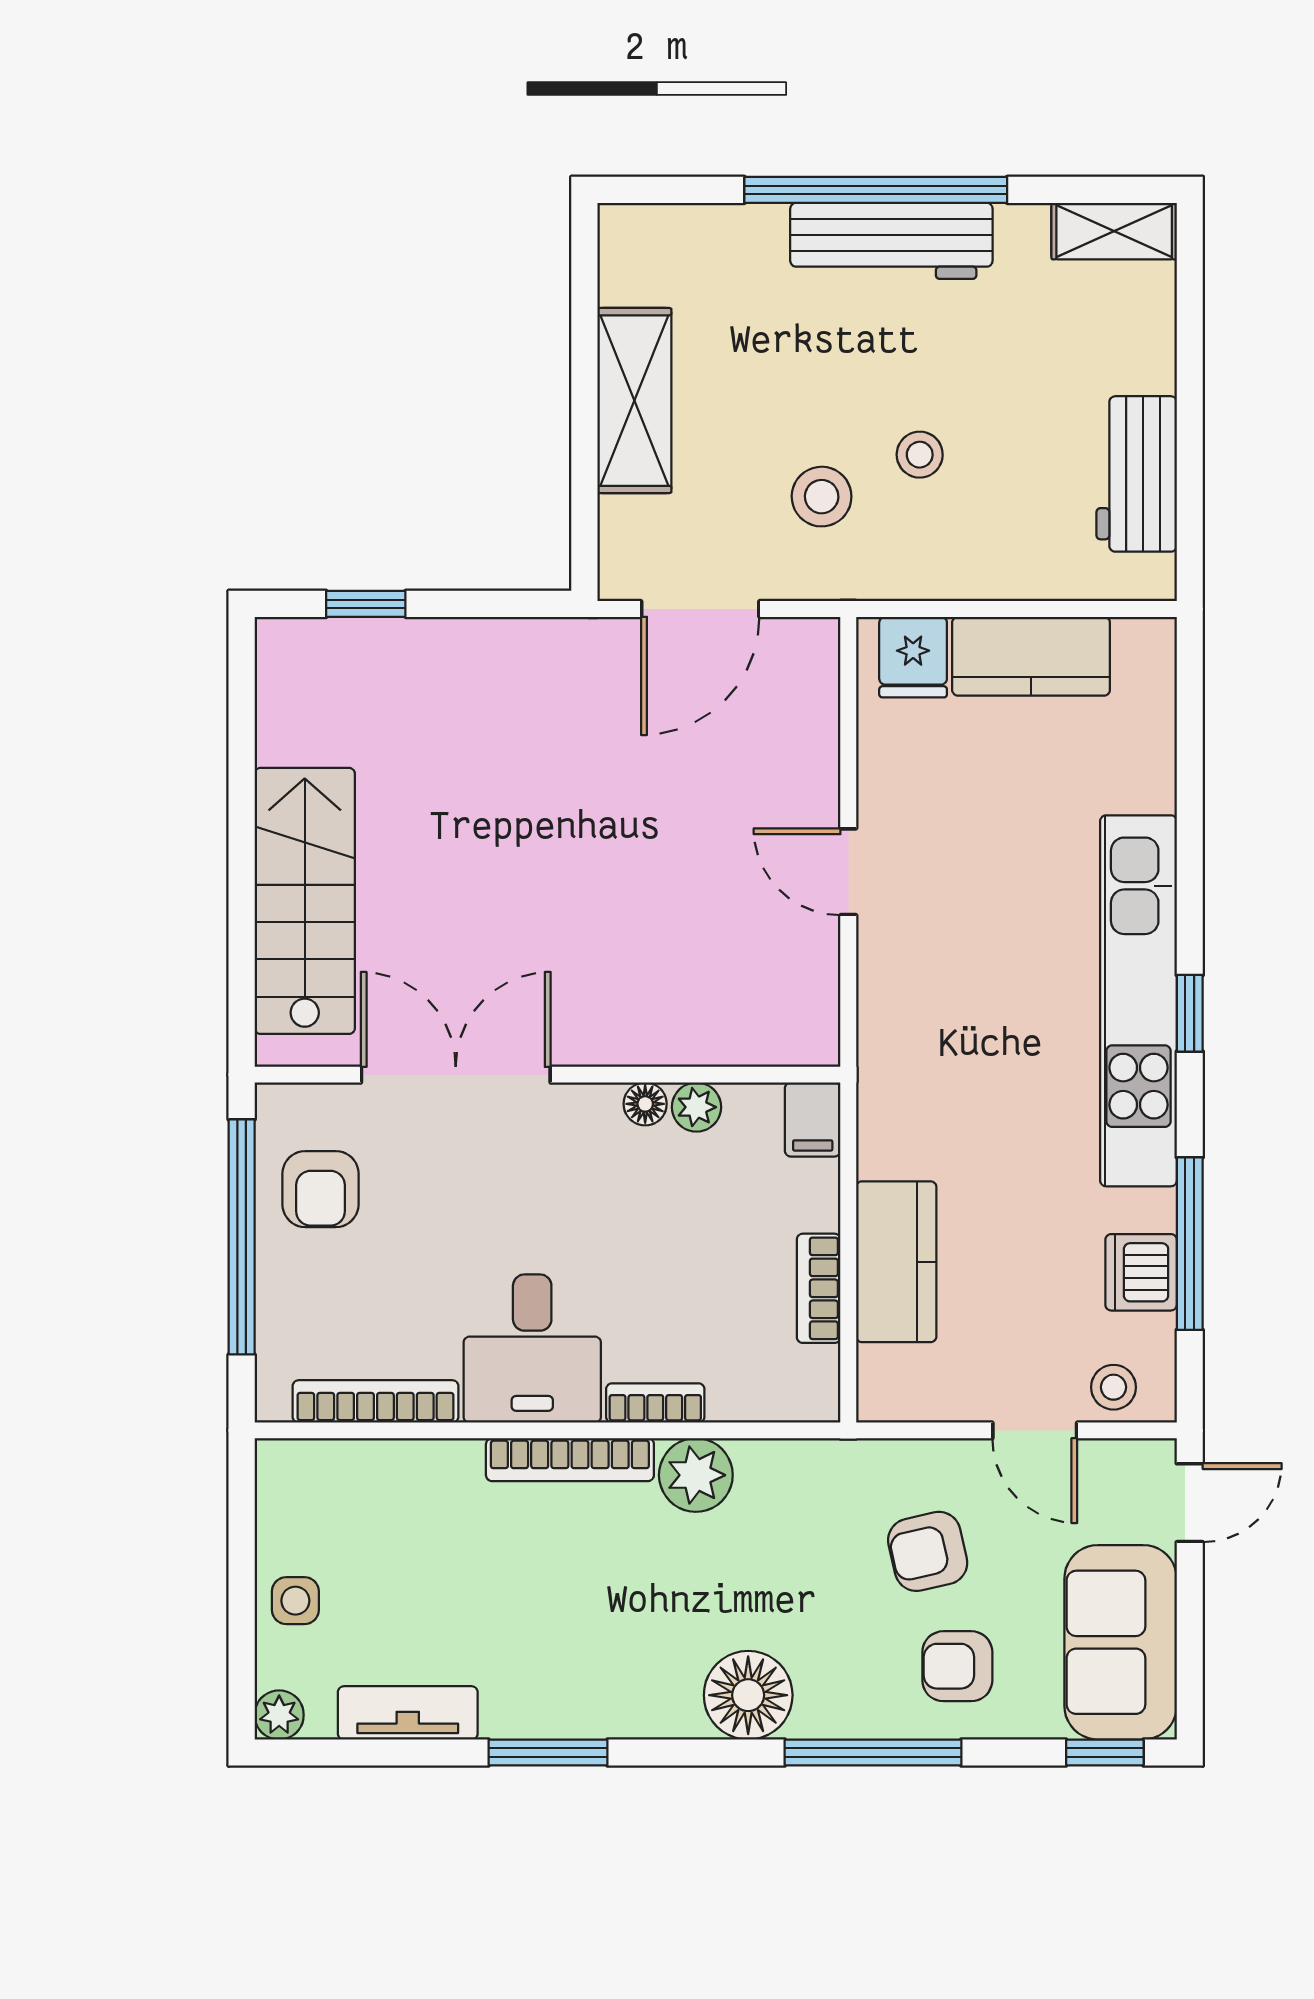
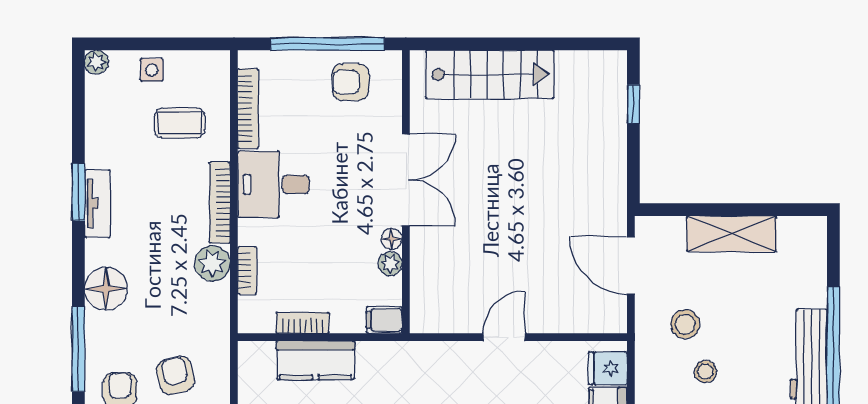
double door: (456, 1075) -> (406, 180), moved
bookcase: (655, 1403) -> (247, 271), moved
coffee table: (405, 1543) -> (180, 123), added
tv unit: (408, 1713) -> (97, 204), moved

